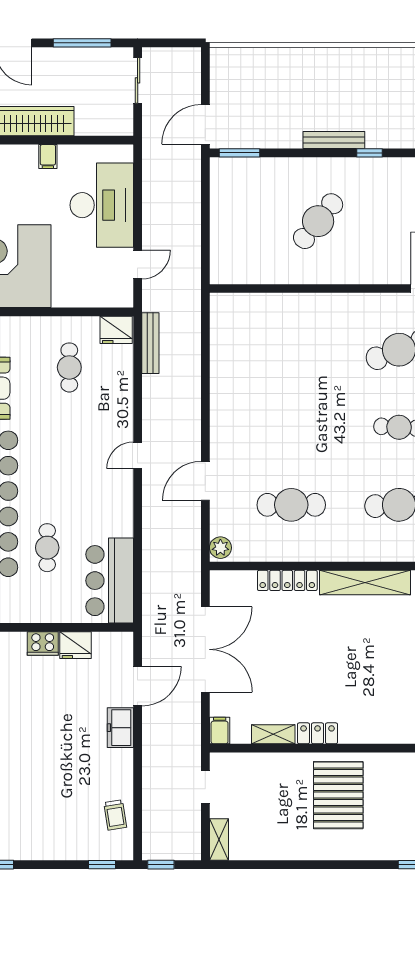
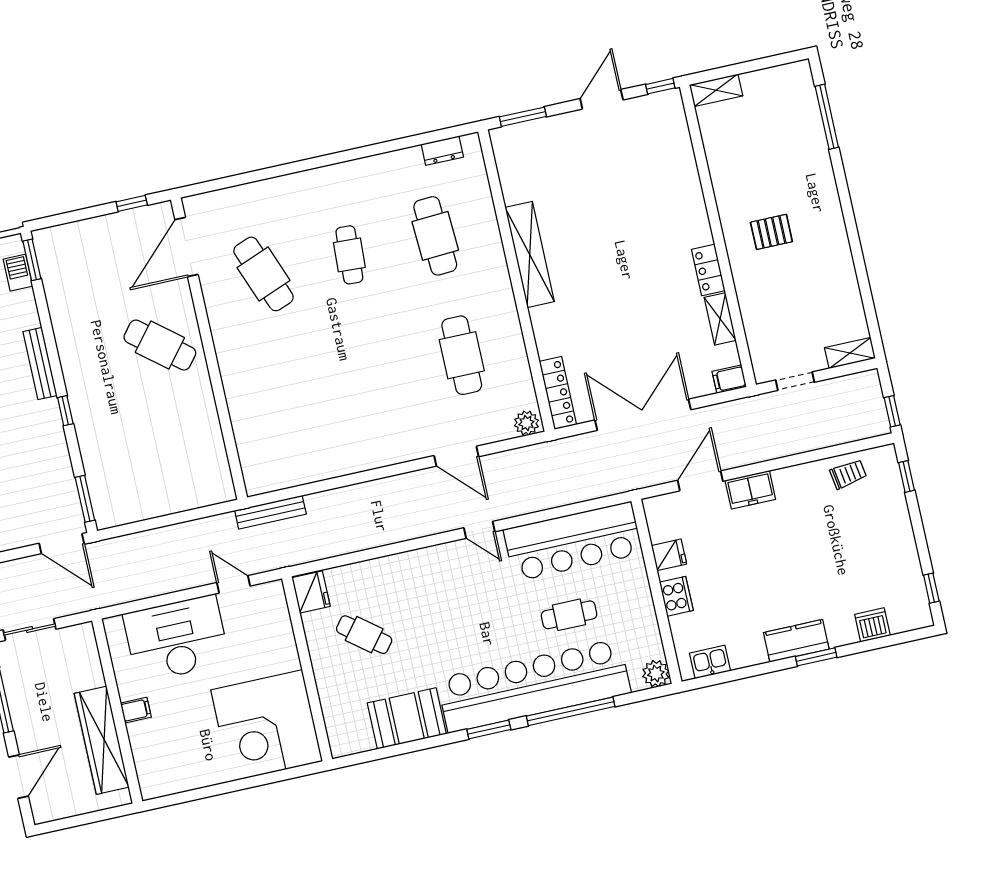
bench: (334, 140) -> (40, 364), moved
window: (369, 153) -> (65, 411), moved
cafe table: (318, 221) -> (160, 345), moved
bench: (150, 343) -> (270, 512), moved
cafe table: (69, 367) -> (364, 635), turned 38
door: (138, 455) -> (479, 530), moved
locker: (287, 580) -> (558, 393), moved
bar counter: (110, 581) -> (573, 541), width x1.36
fridge: (75, 645) -> (669, 555), width x0.72
door: (138, 686) -> (700, 481), hinge flipped
pallet: (338, 795) -> (771, 232), width x0.49, depth x0.50

